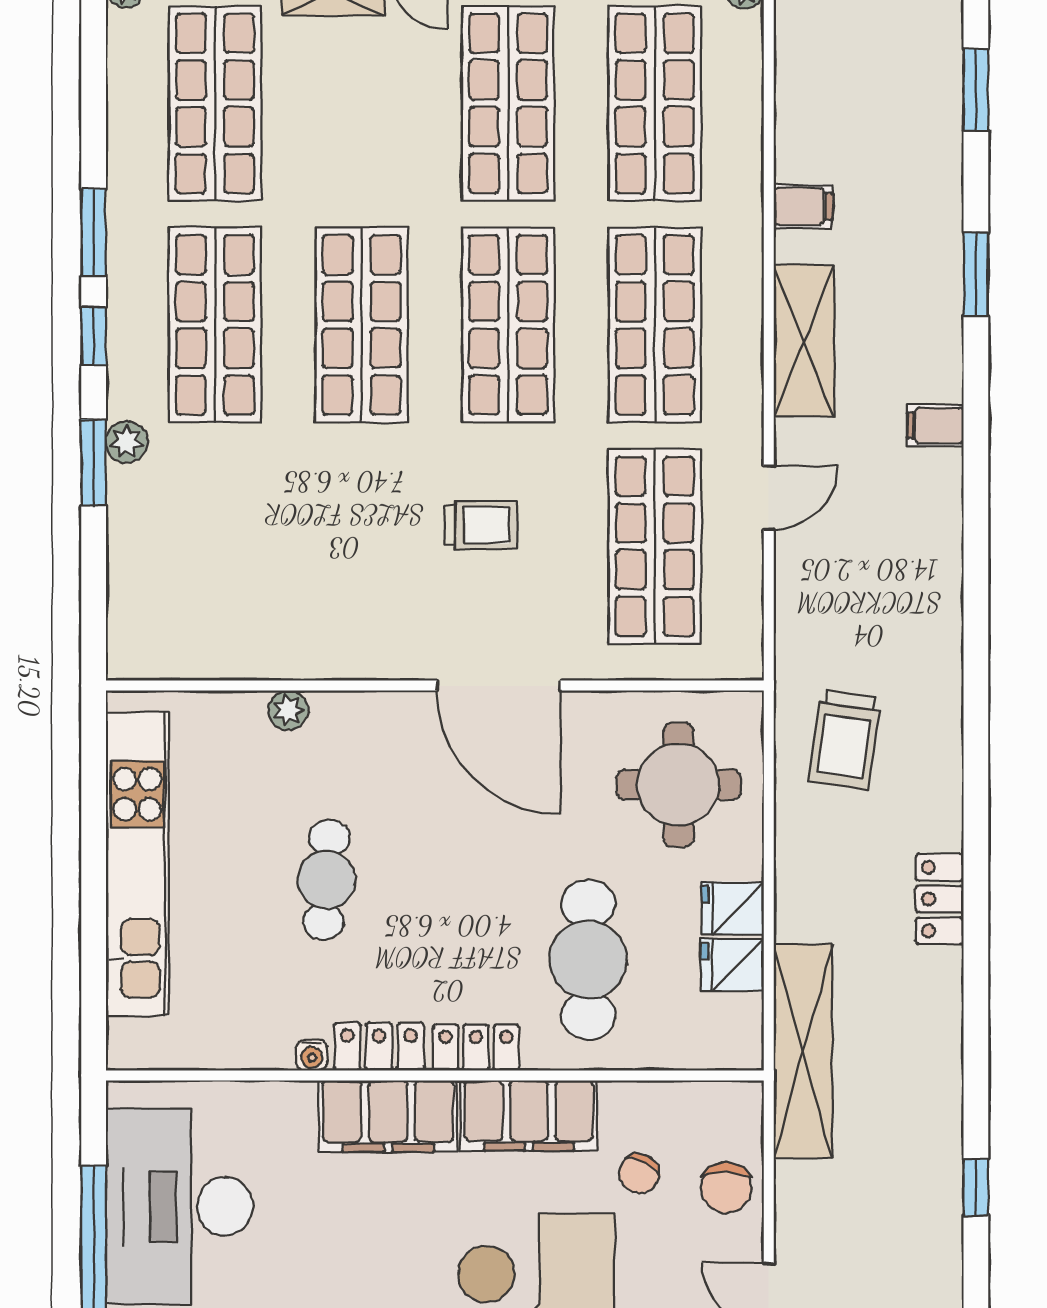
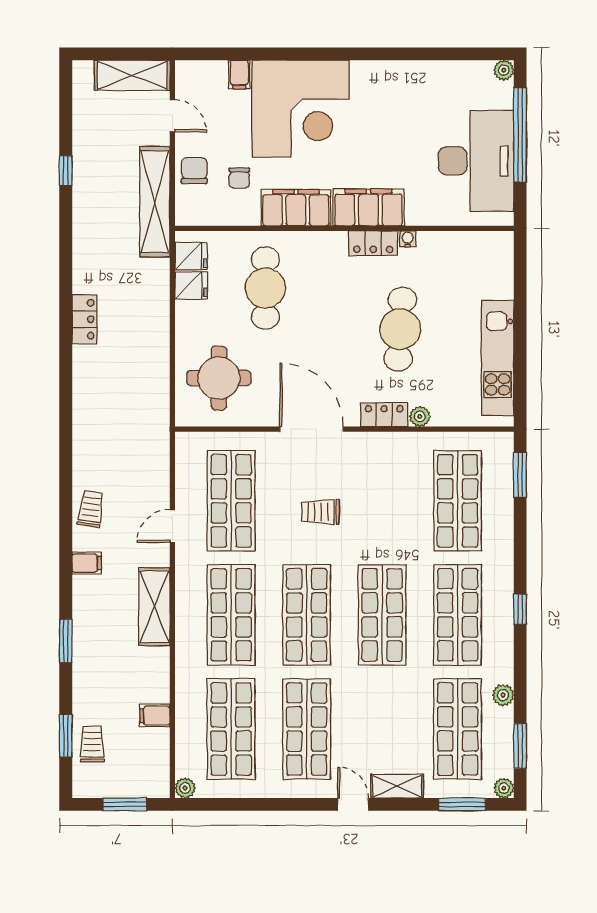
trolley: (925, 74) -> (92, 744), added
filing cabinet: (803, 206) -> (155, 716), moved
window: (94, 232) -> (520, 746), moved
plant: (127, 442) -> (503, 695), moved
window: (94, 463) -> (520, 475), moved
shop shelf: (215, 546) -> (458, 501), added
trolley: (845, 740) -> (91, 509), moved, width x0.73, depth x0.72
kitchen unit: (137, 864) -> (498, 358), width x0.73
cafe table: (326, 880) -> (400, 329), width x1.37, depth x1.35
fridge: (732, 908) -> (191, 256), moved
locker: (476, 1048) -> (384, 415), moved, turned 180
shelving: (803, 1051) -> (155, 202), moved
chair: (639, 1173) -> (239, 178), turned 153

